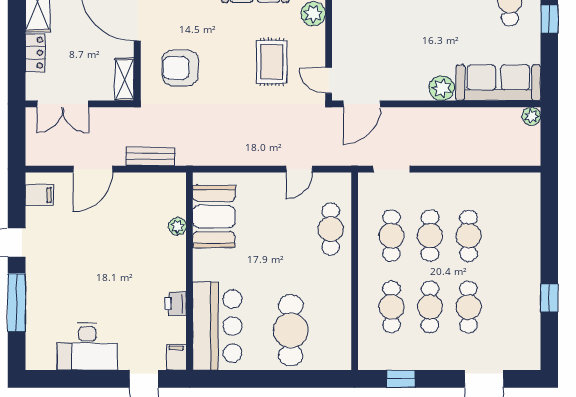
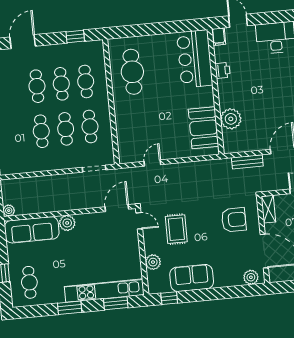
plant: (177, 226) -> (231, 119), width x1.88, depth x1.88
cafe table: (331, 229) -> (129, 127), removed
cafe table: (291, 330) -> (132, 72), moved

